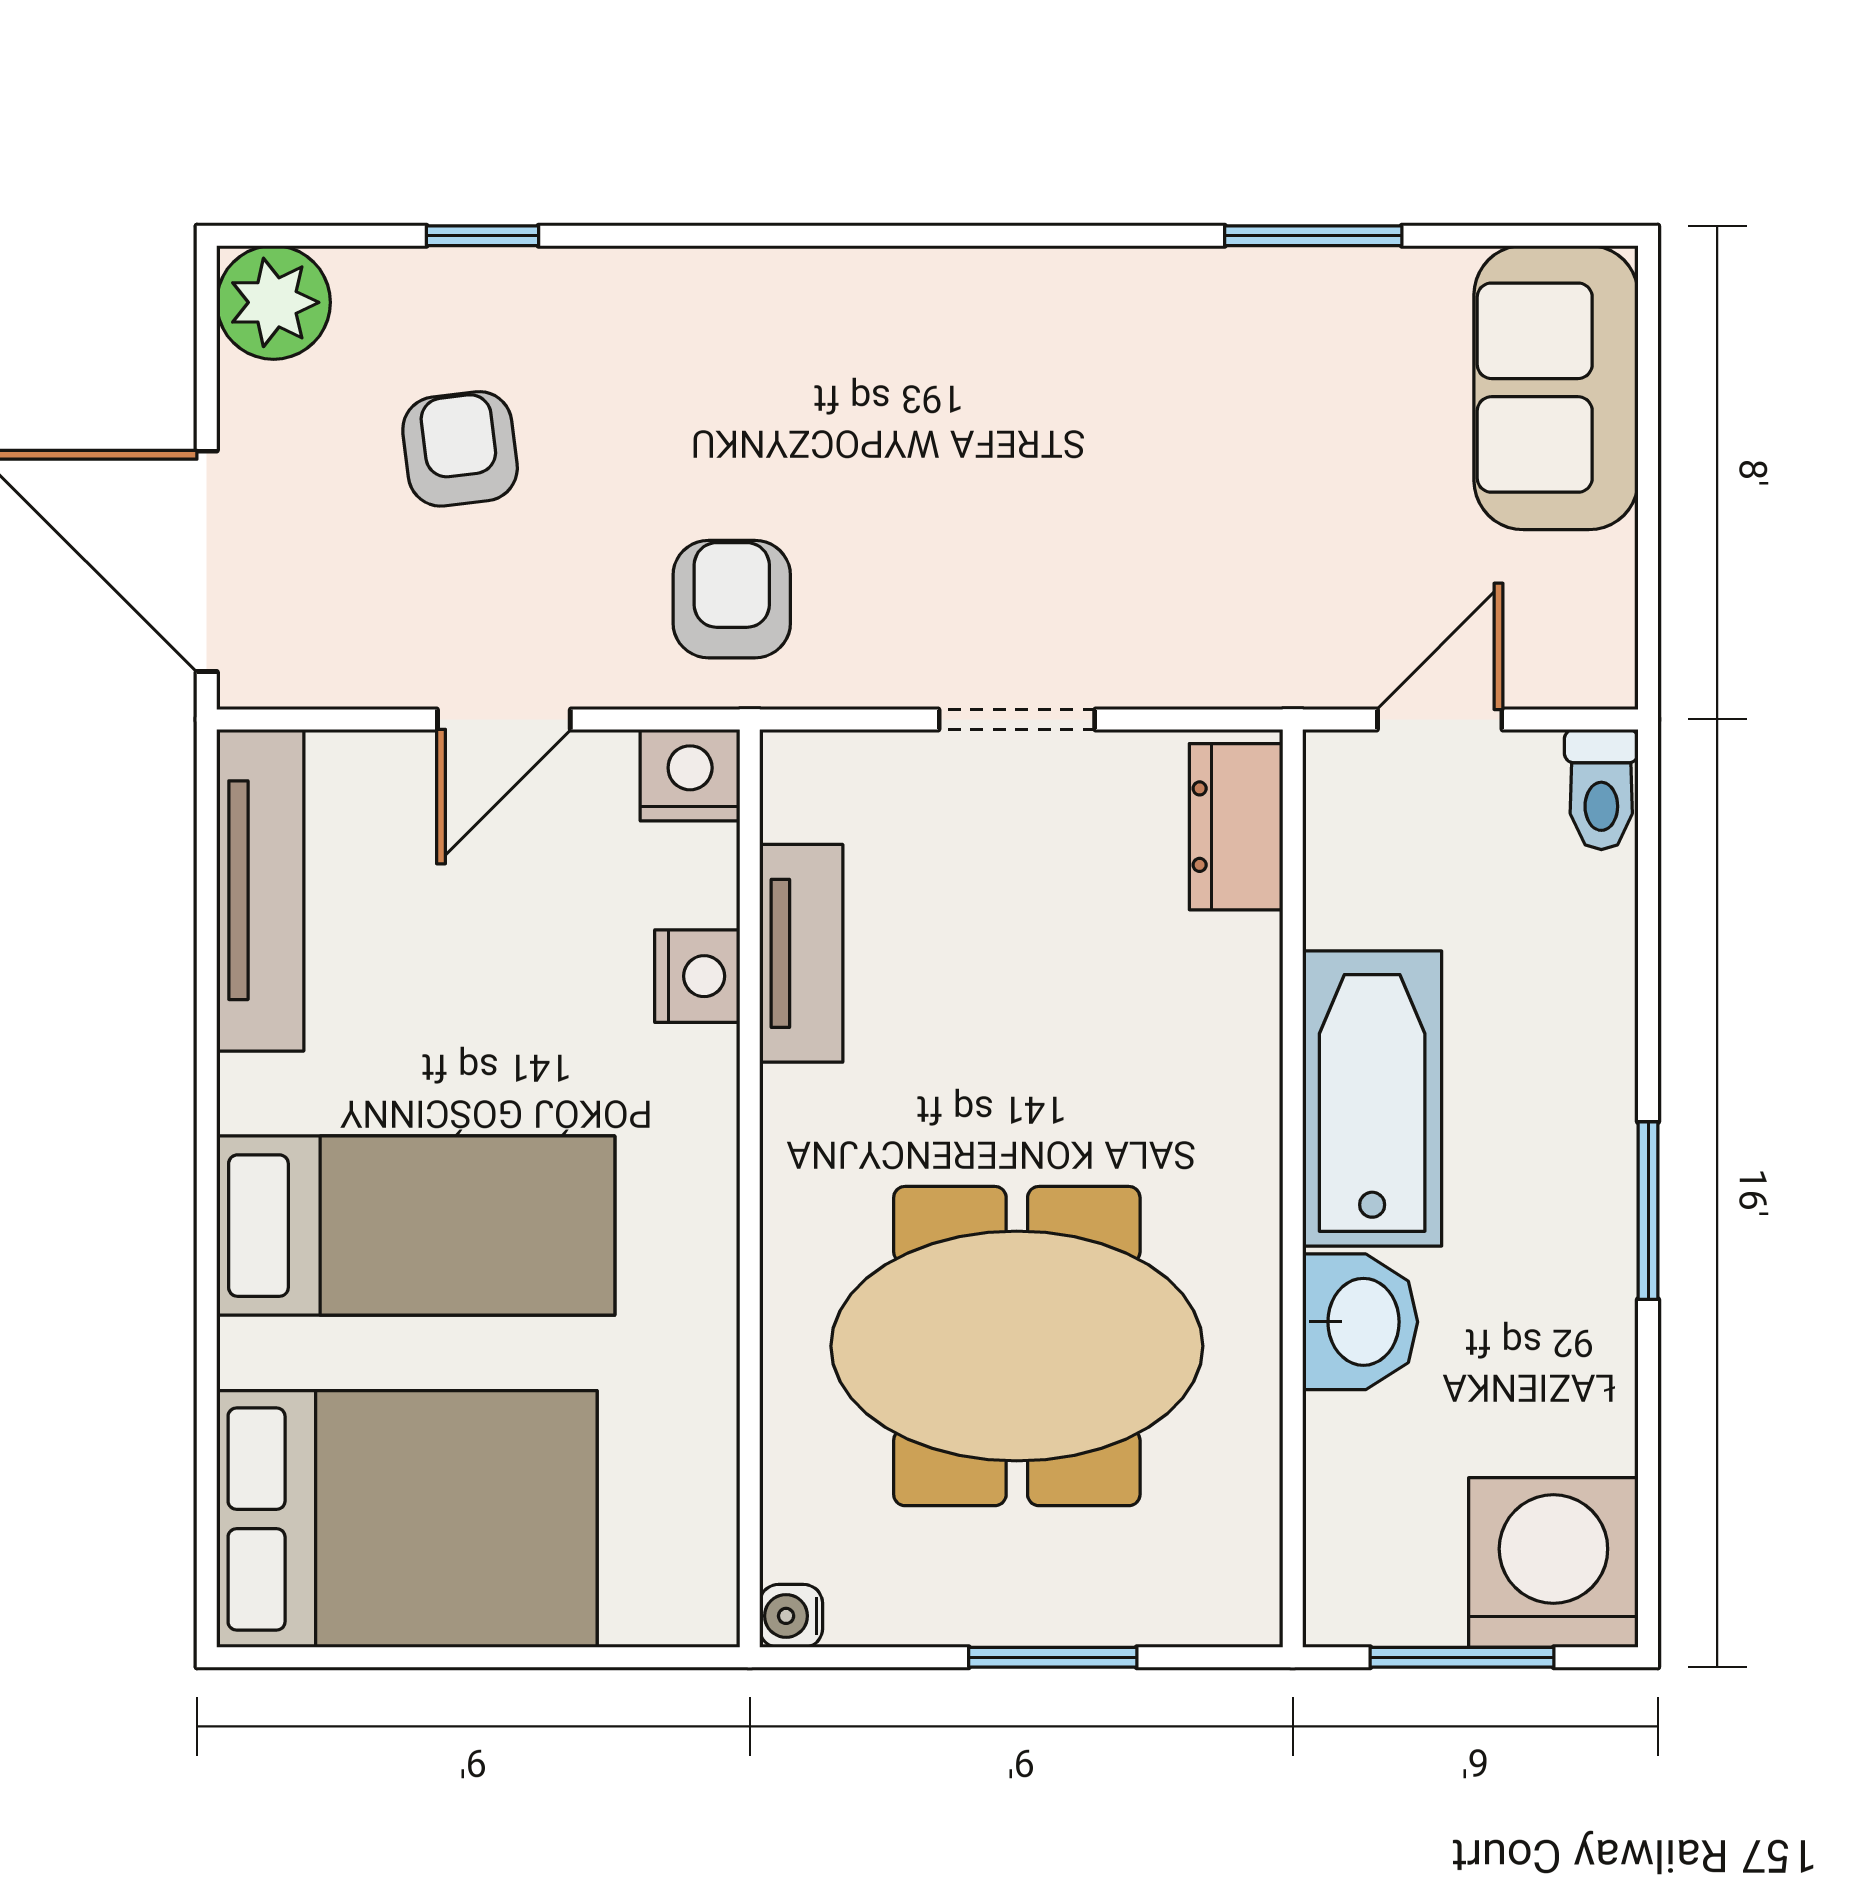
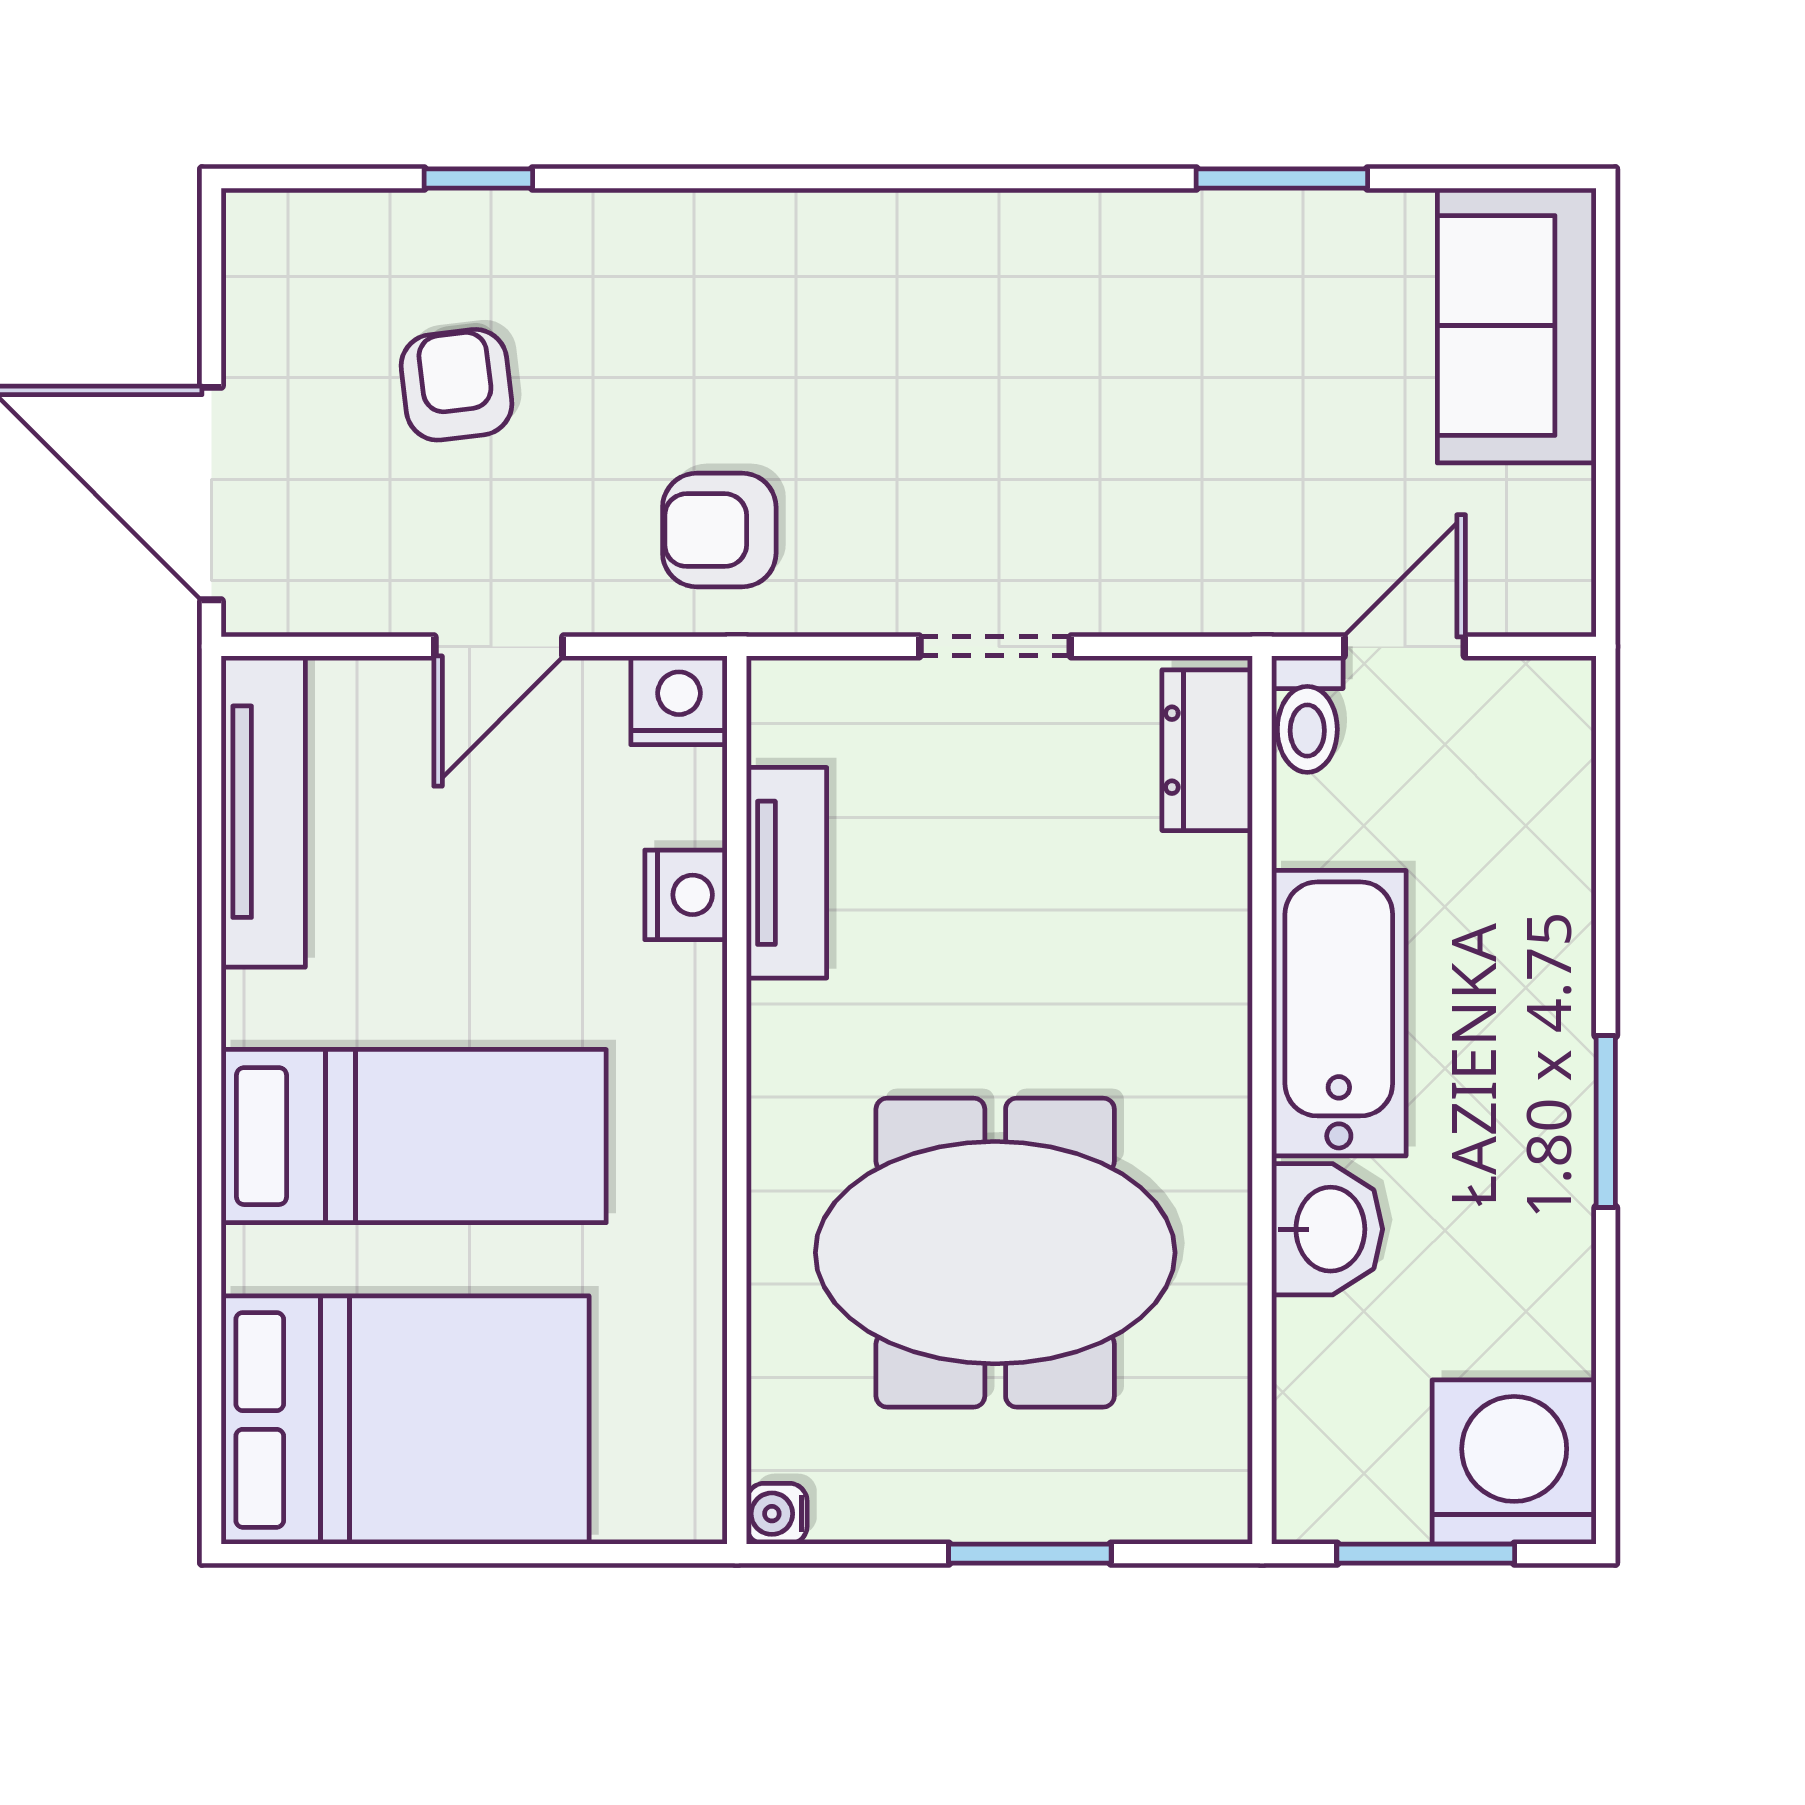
plant: (274, 302) -> (276, 243), removed
armchair: (732, 599) -> (719, 530), turned -90
toilet: (1601, 789) -> (1307, 714), moved

